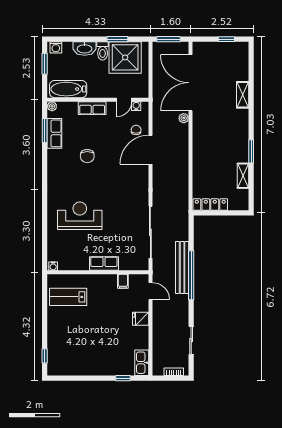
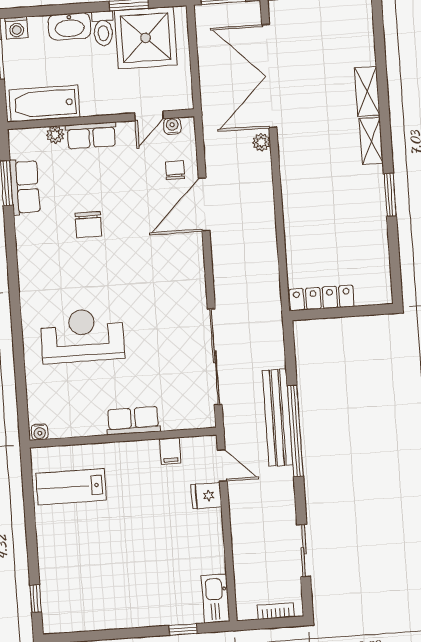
plant: (52, 106) -> (55, 135), moved
shelving: (243, 176) -> (371, 141), moved
fridge: (141, 319) -> (206, 496), moved

